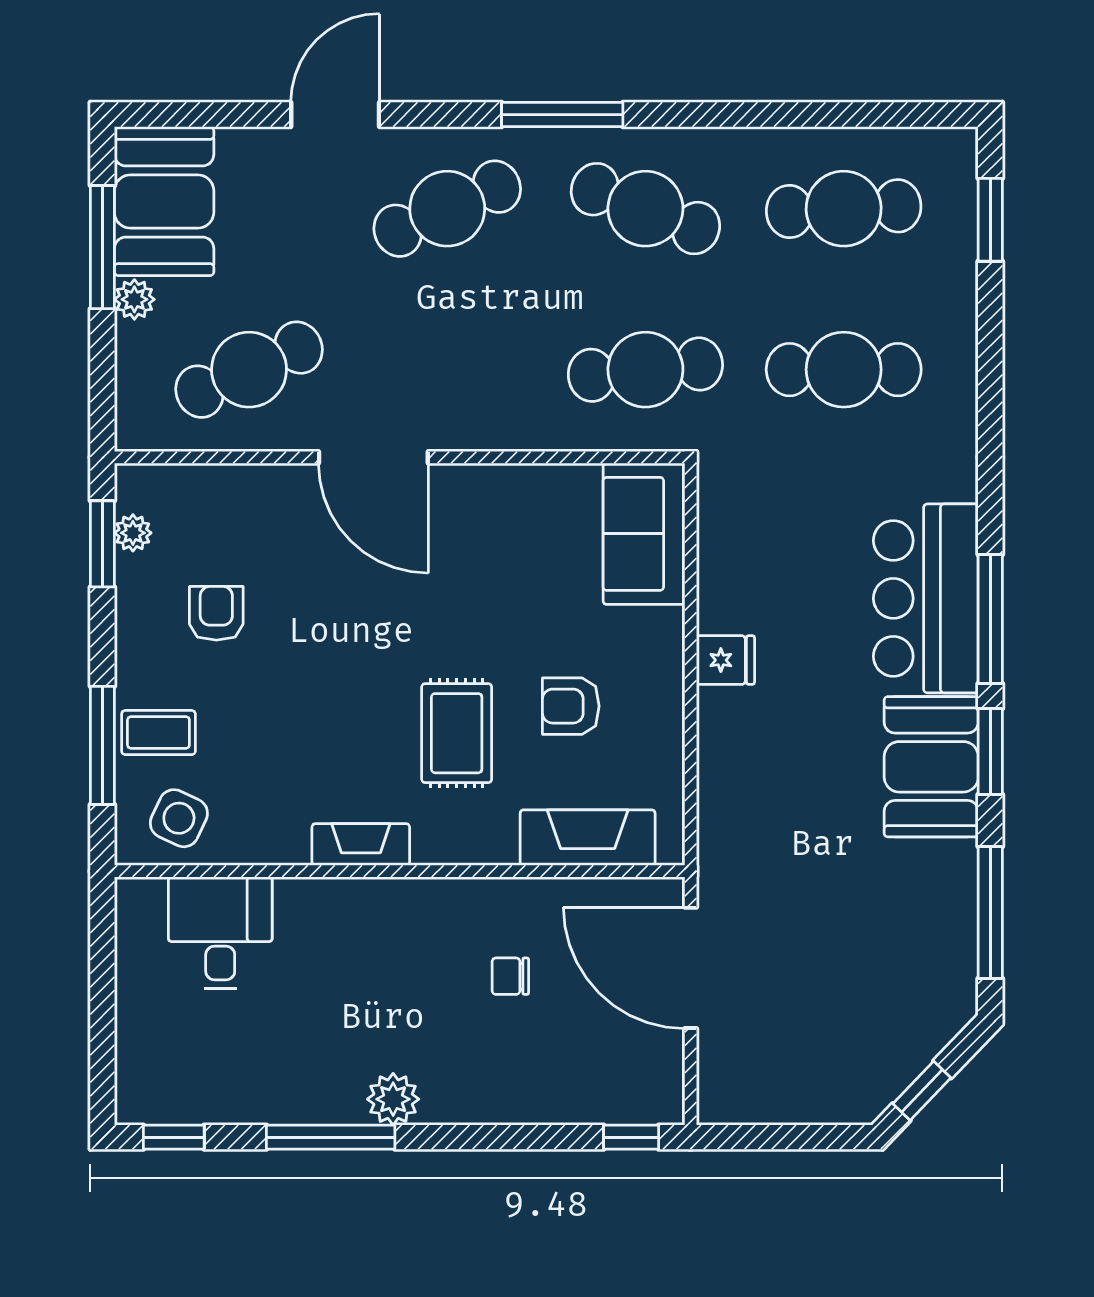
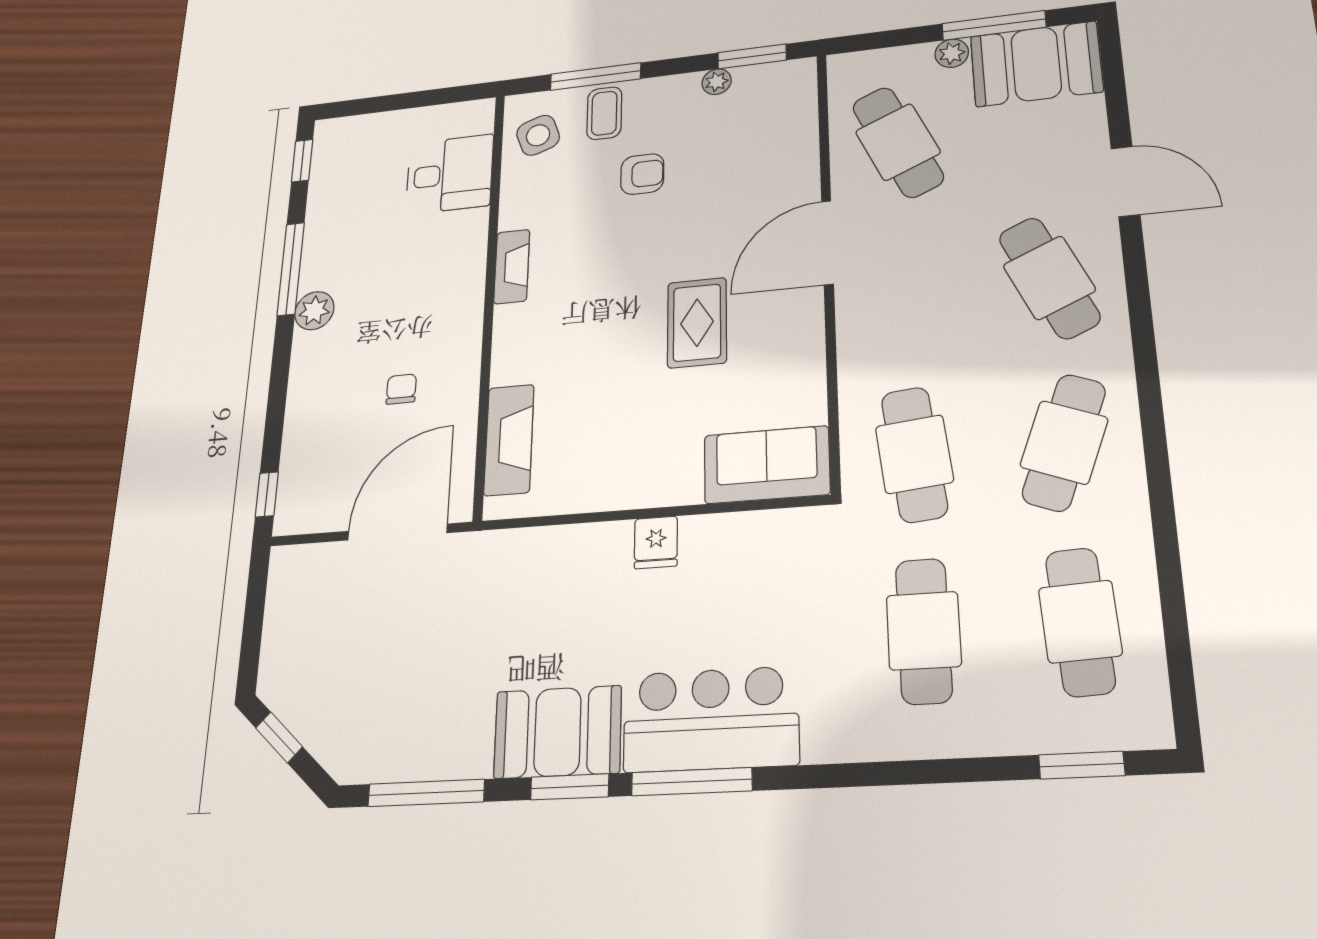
window: (562, 115) -> (1146, 364), removed
plant: (133, 533) -> (717, 82), moved
armchair: (216, 613) -> (642, 174), moved
armchair: (571, 706) -> (619, 417), removed
rug: (457, 733) -> (697, 323), moved, turned 90
side table: (179, 818) -> (538, 135), turned 45

